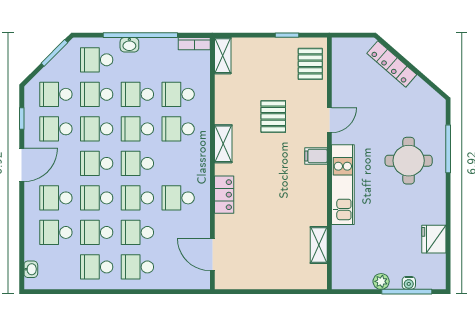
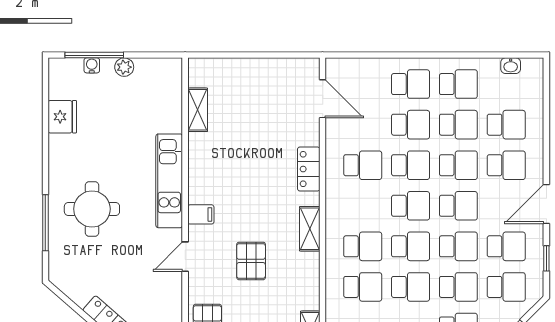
washbasin: (31, 269) -> (511, 66), moved, turned -90

